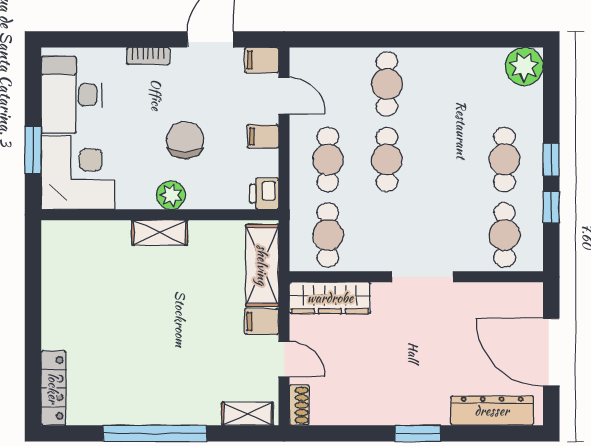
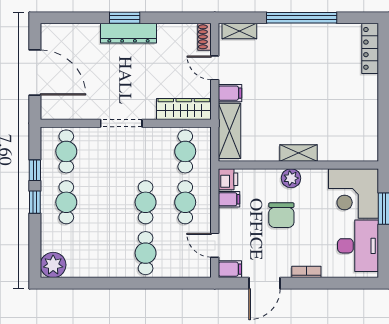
filing cabinet: (263, 136) -> (229, 199), moved
dresser: (492, 411) -> (129, 33), moved

